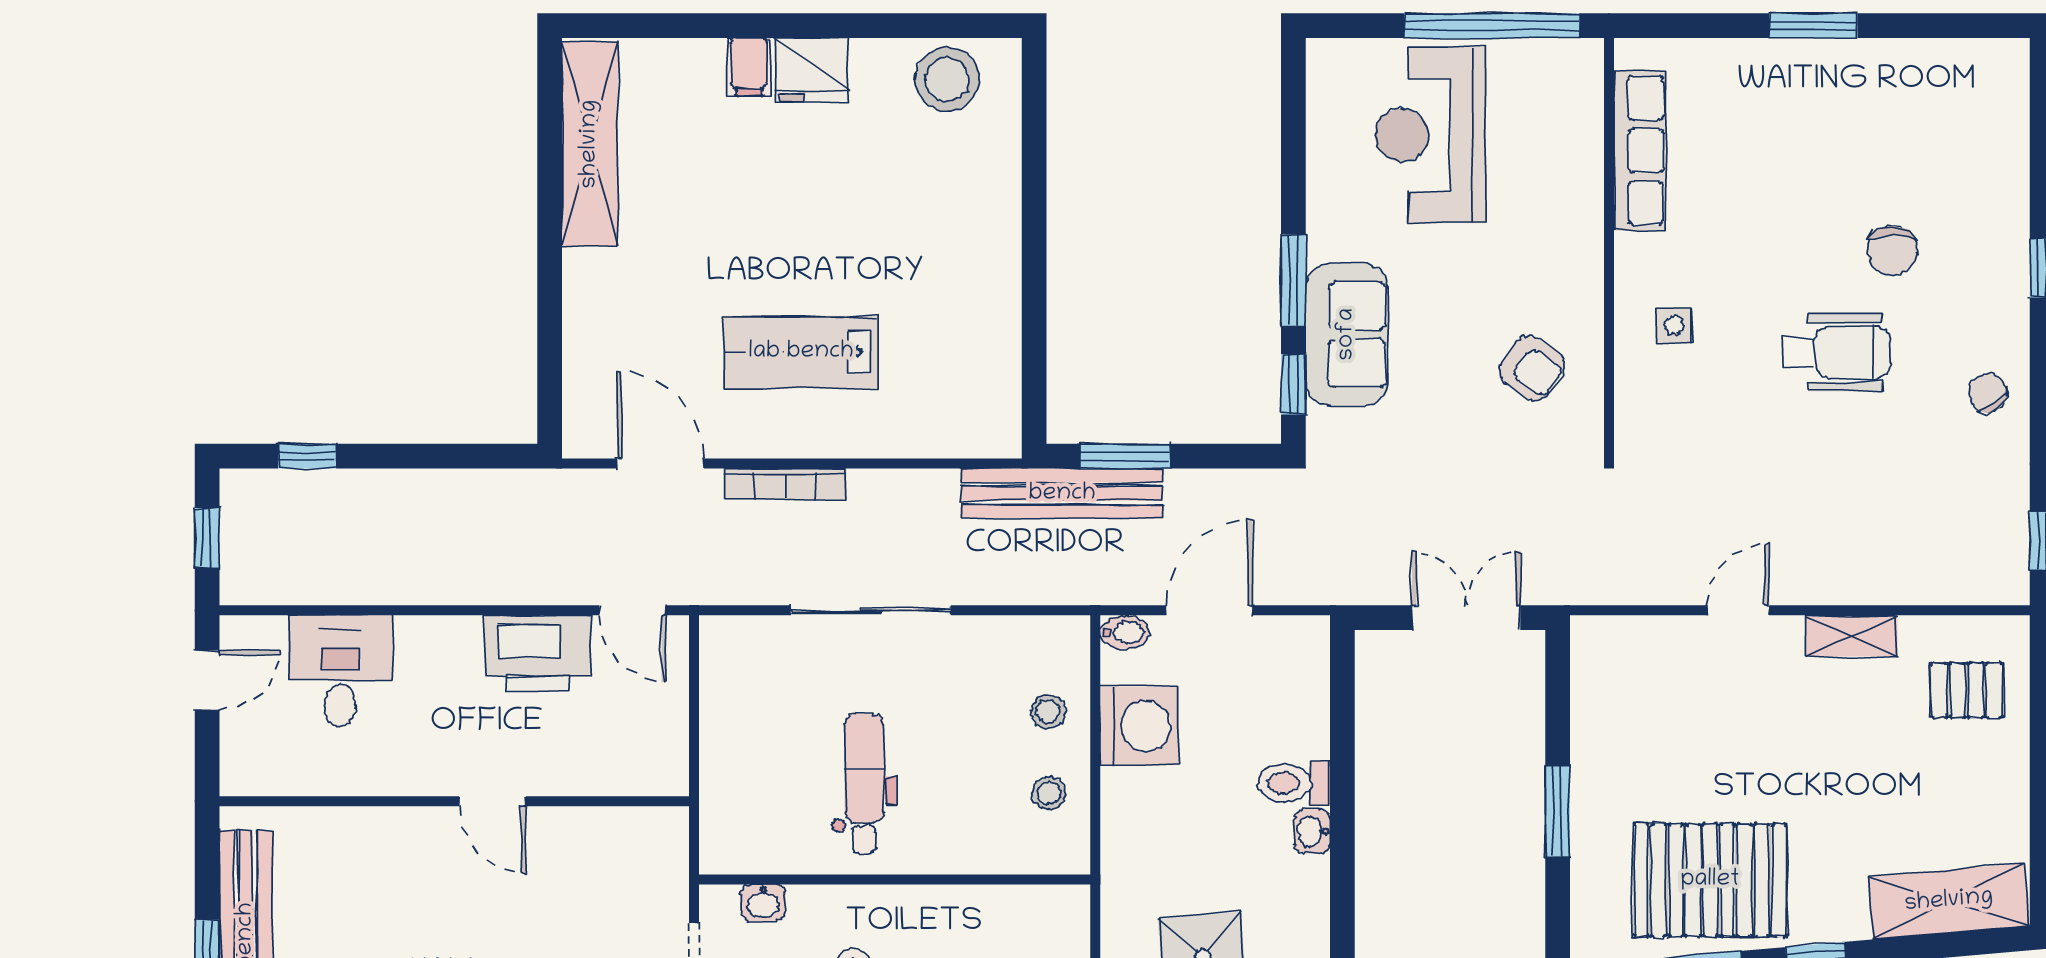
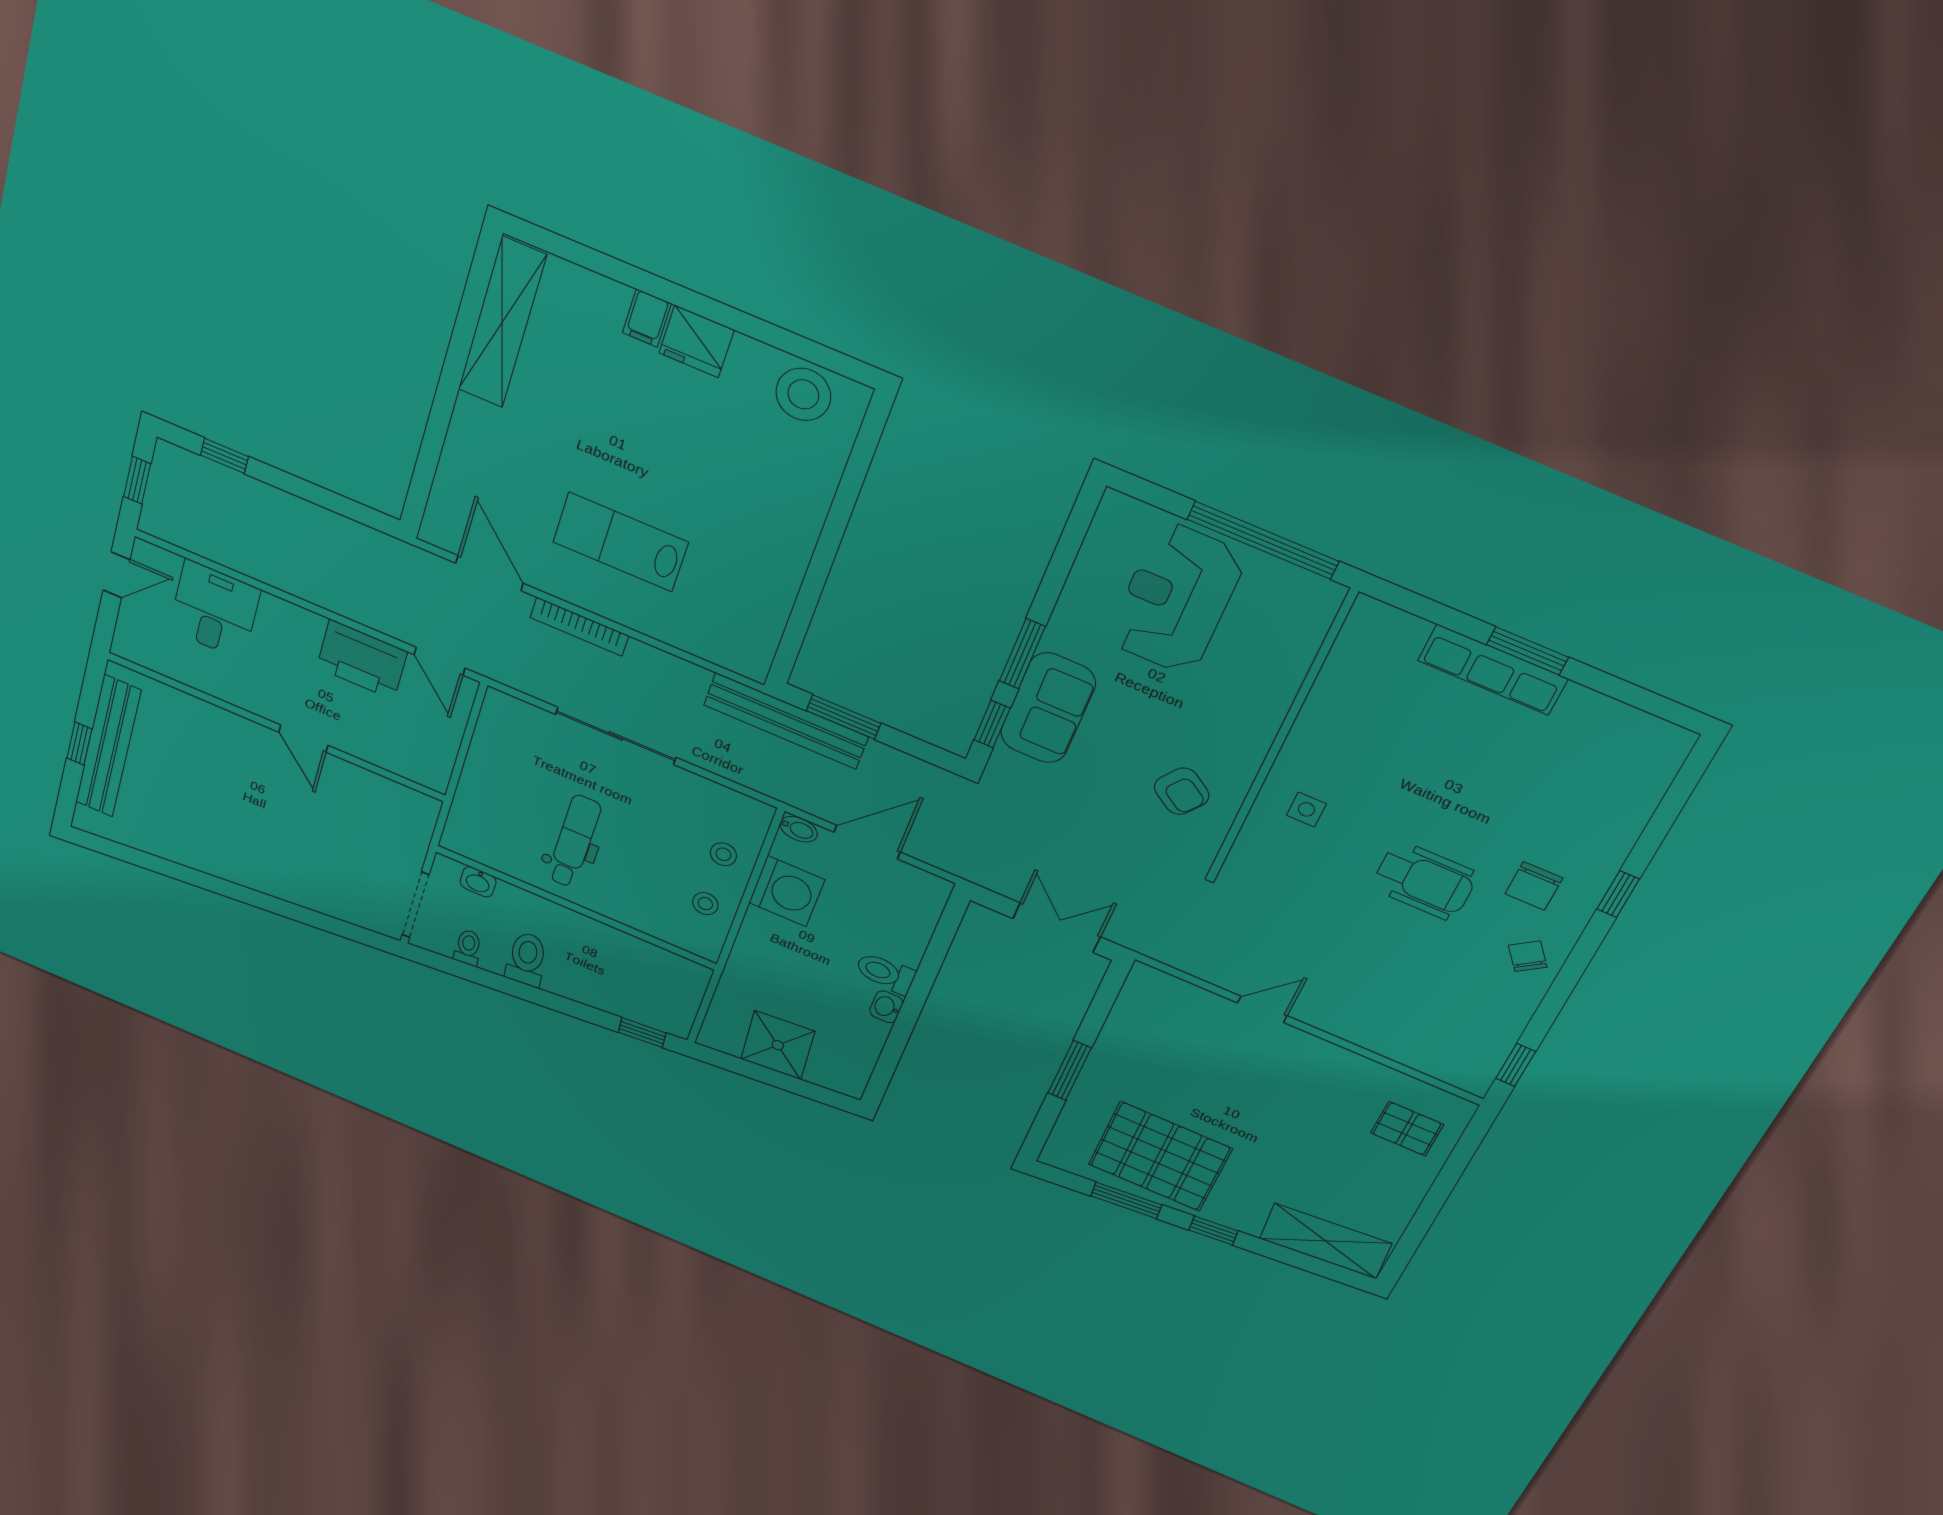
row of seats: (1640, 151) -> (1493, 670), moved, turned 90
chair: (1892, 251) -> (1534, 886), moved
shelving: (1852, 636) -> (1339, 1061), removed

